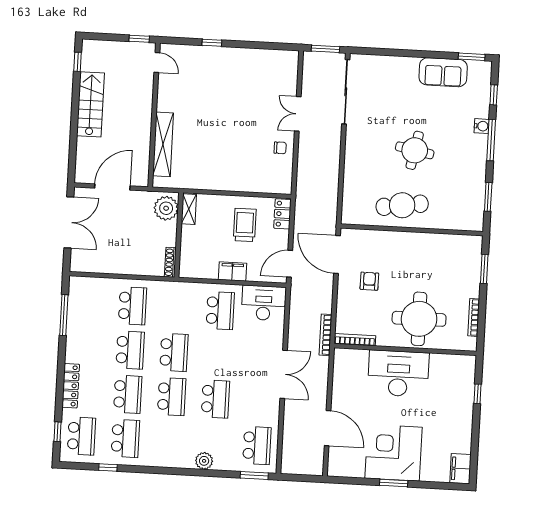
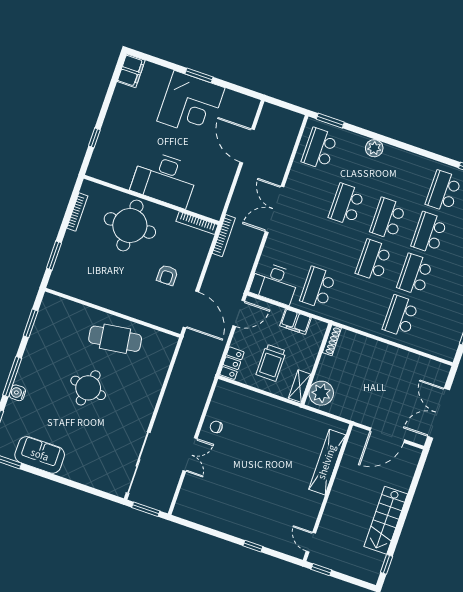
plant: (166, 208) -> (321, 393), moved
shelving: (189, 209) -> (300, 386), moved
wall: (179, 235) -> (316, 364), moved
shoe rack: (170, 262) -> (332, 340), moved

